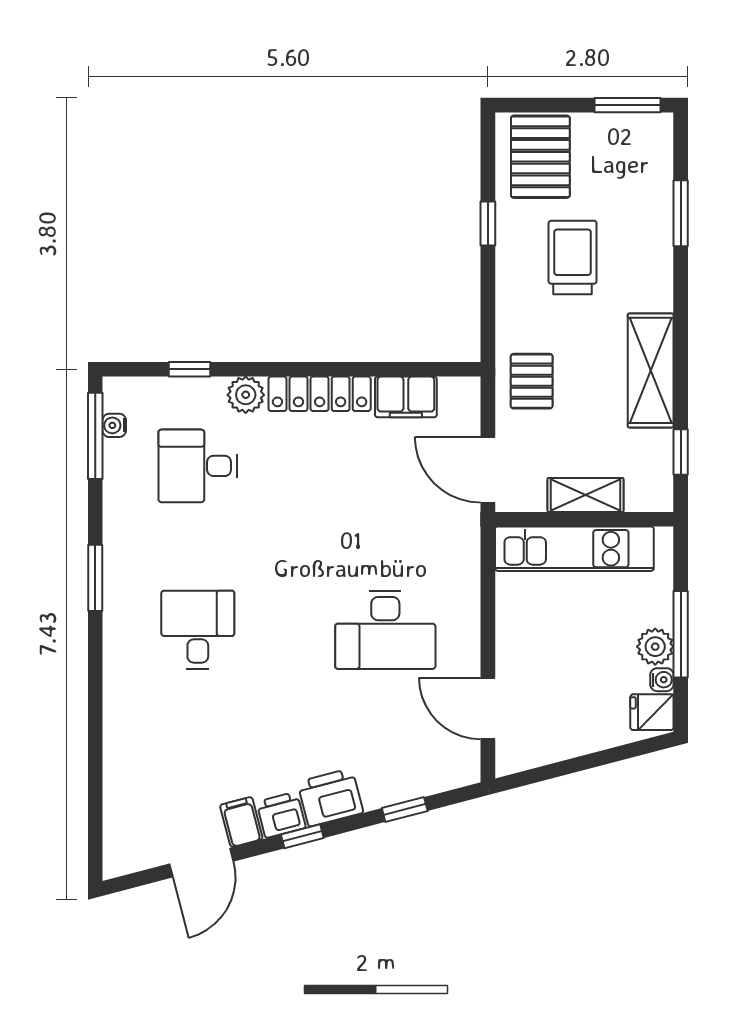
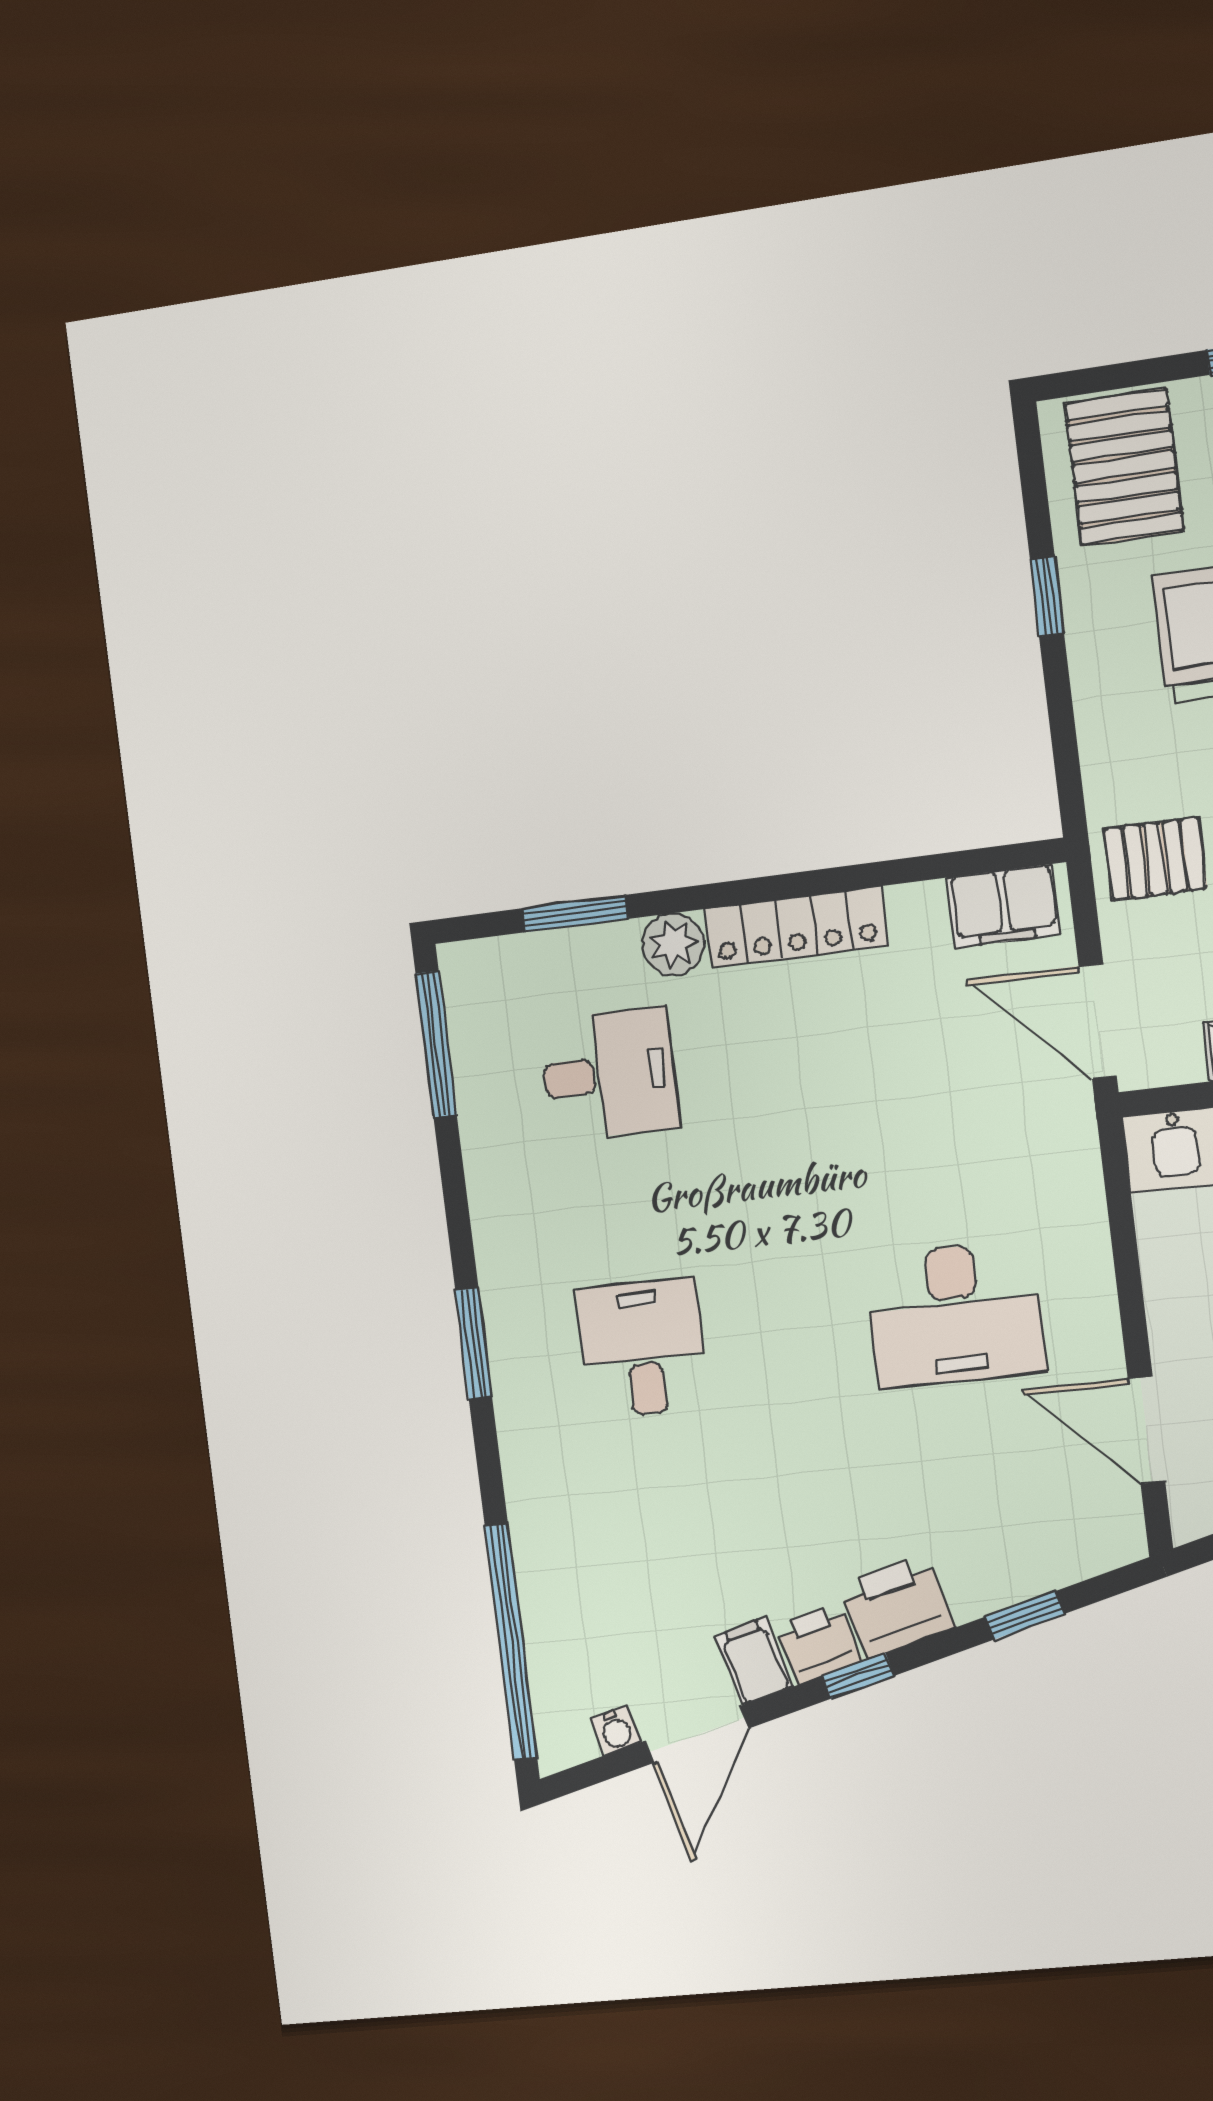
window: (189, 369) -> (575, 914), width x1.50
pallet: (532, 381) -> (1155, 859), turned 90
filing cabinet: (406, 397) -> (1004, 906), moved
water cooler: (114, 425) -> (616, 1730), moved, turned -105
desk: (198, 466) -> (609, 1074), turned 180
window: (95, 578) -> (474, 1343), moved
window: (95, 797) -> (511, 1642), added

